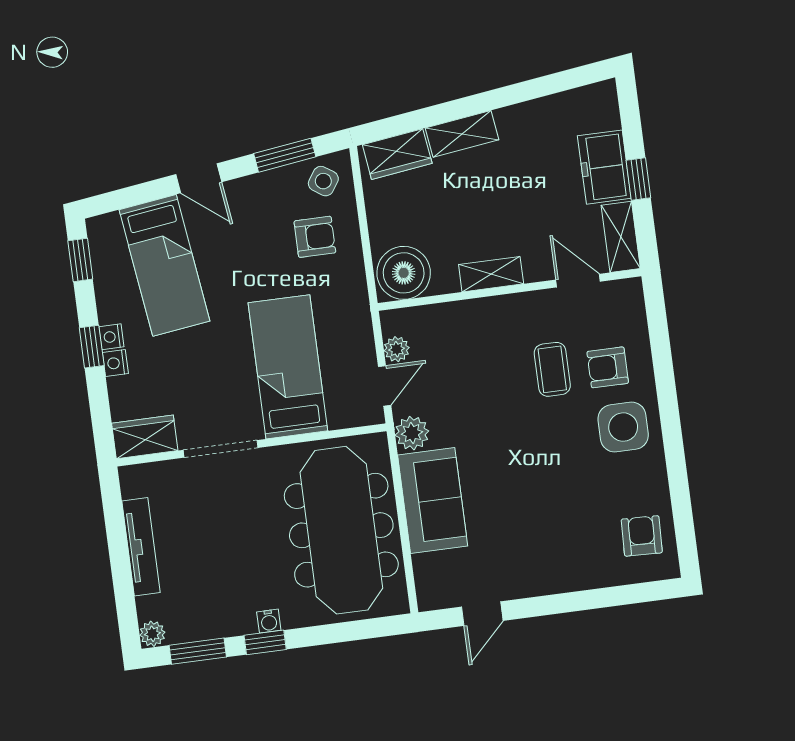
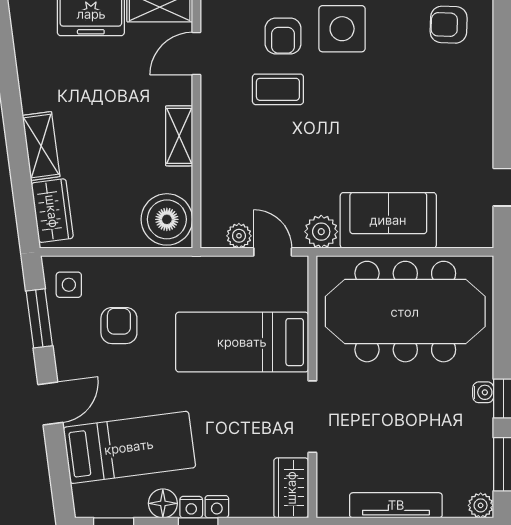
side table: (323, 181) -> (69, 285), turned -34
armchair: (315, 237) -> (119, 326), moved
floor lamp: (111, 307) -> (163, 503), added

